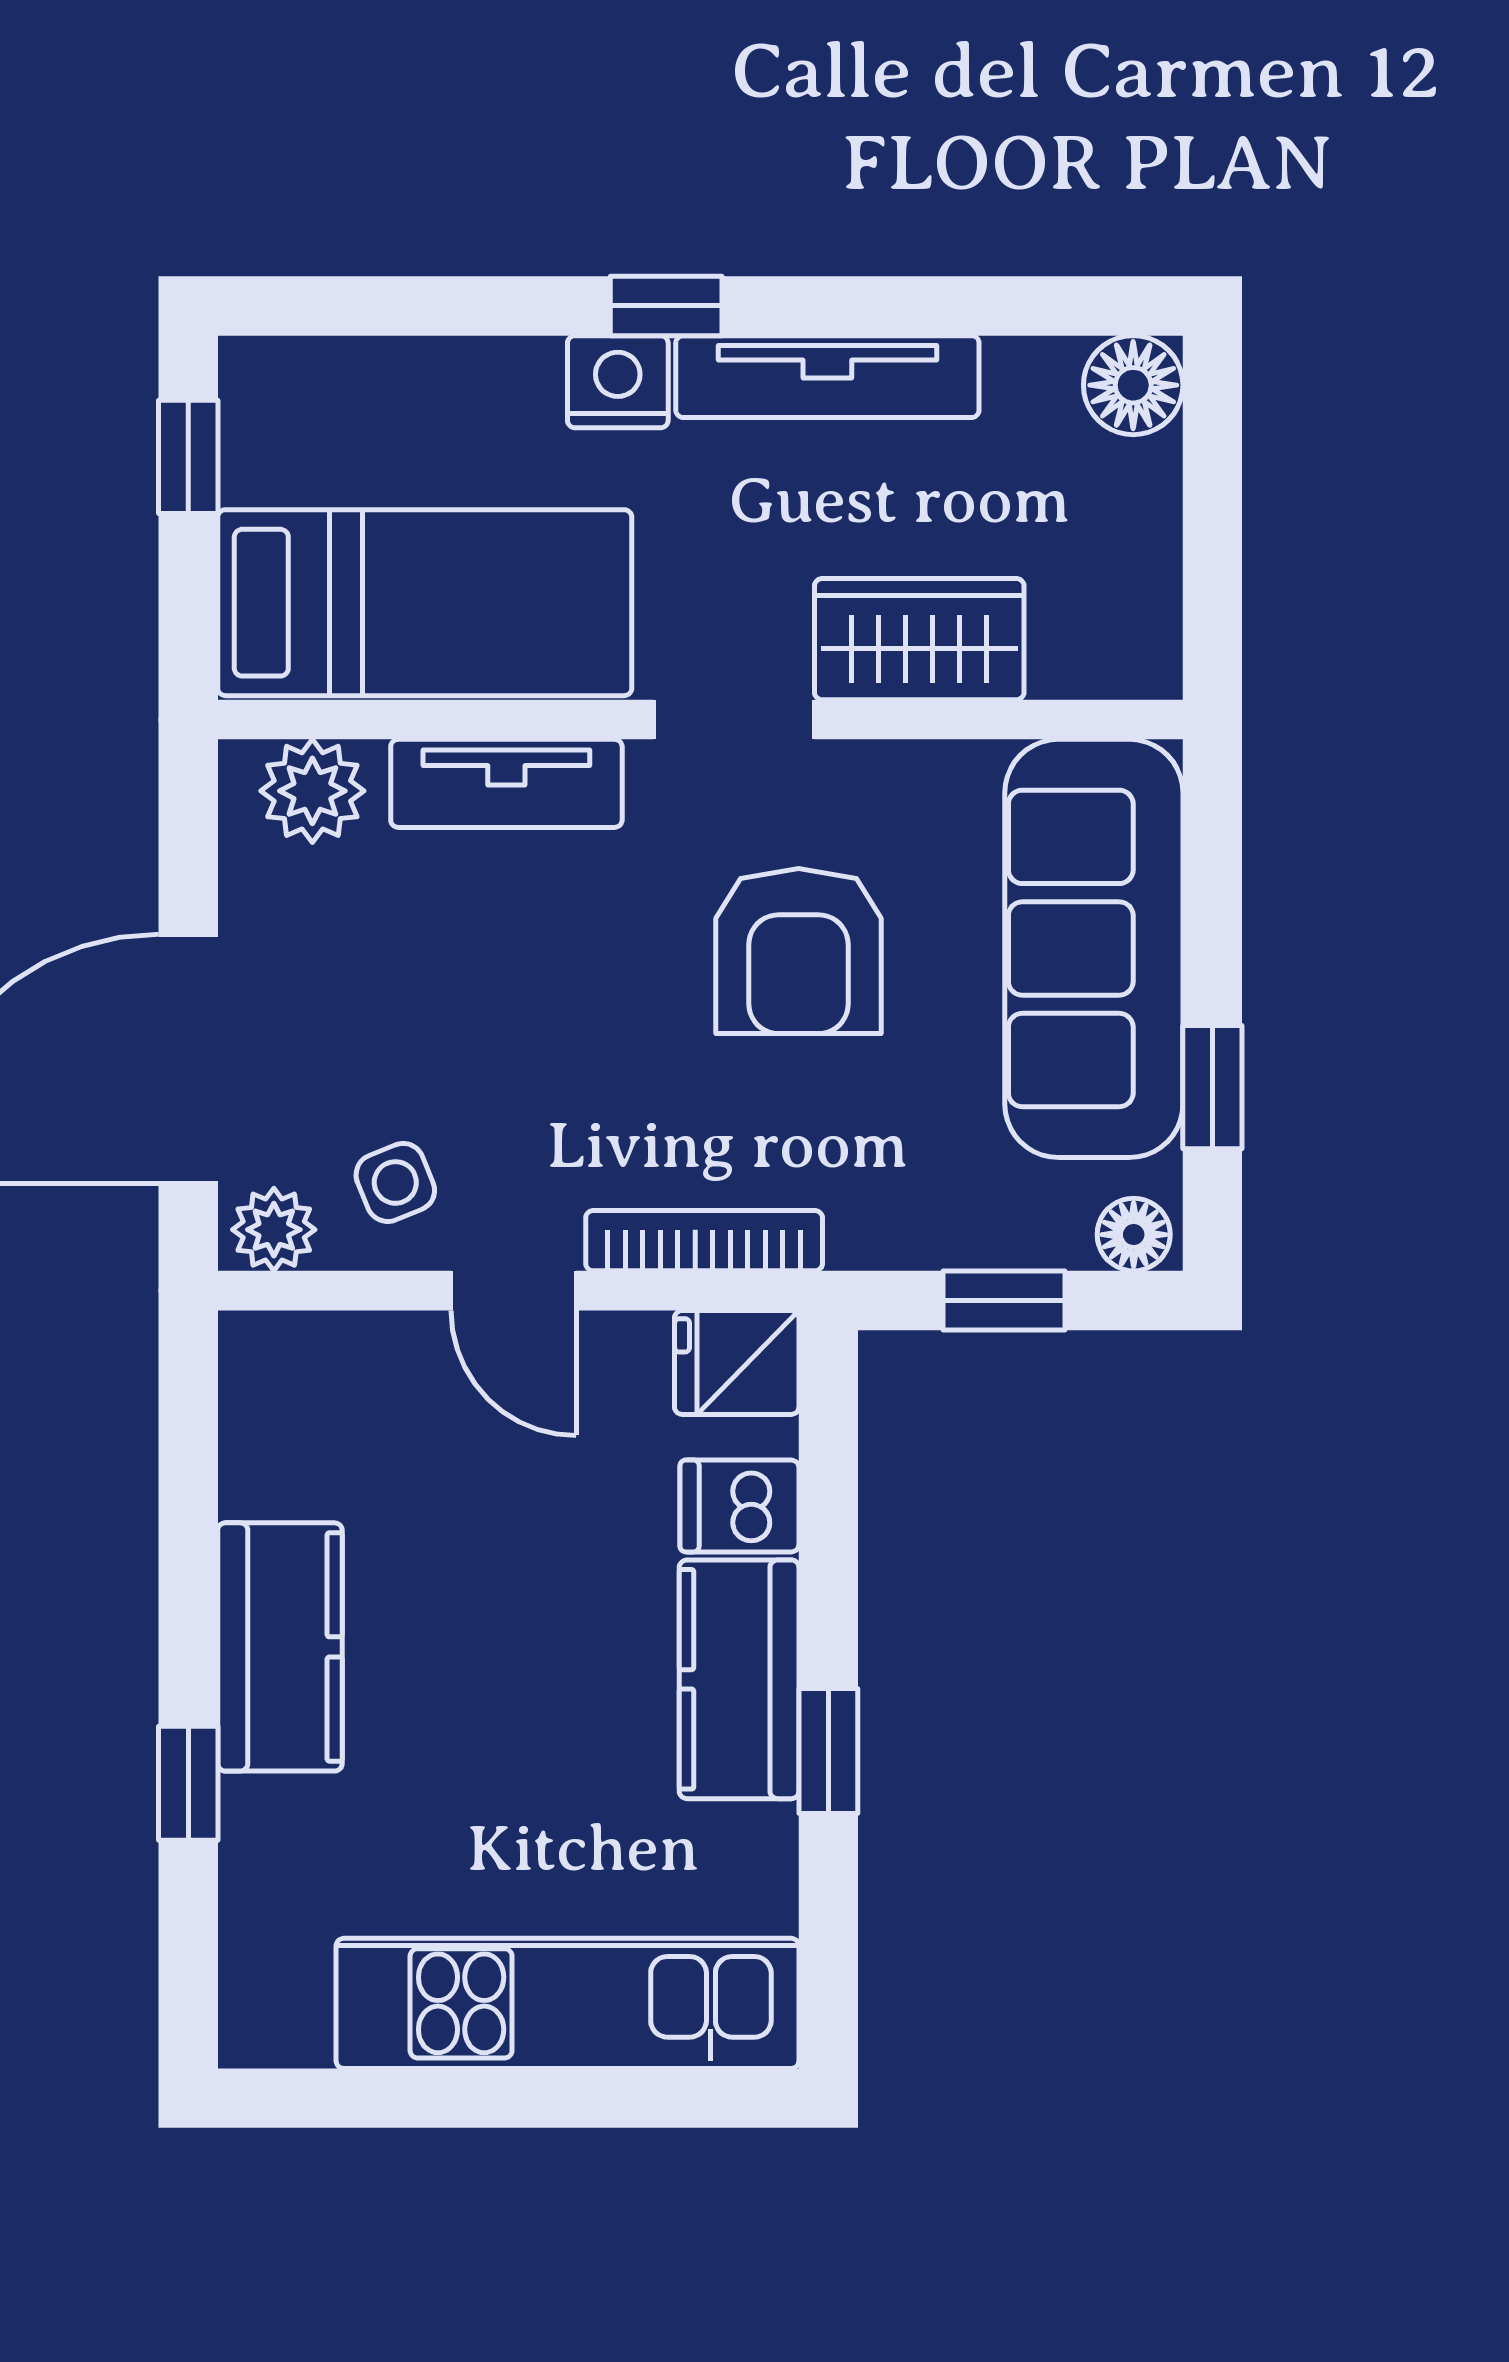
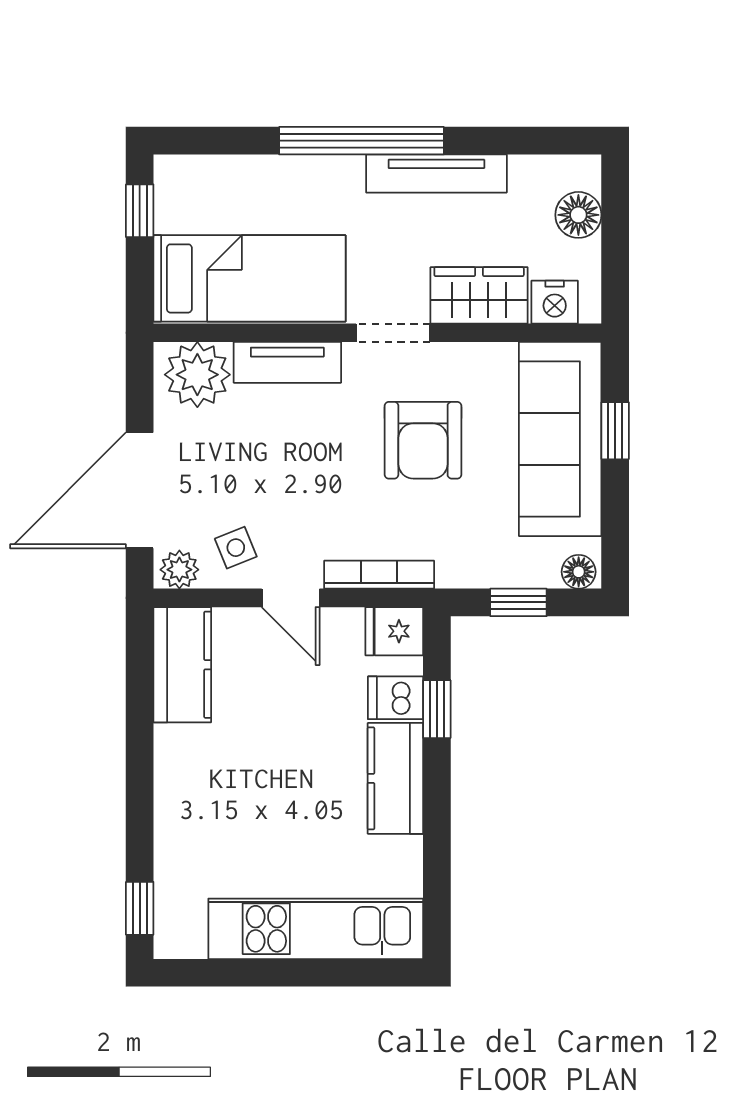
window: (666, 306) -> (362, 141), width x3.17
nightstand: (618, 382) -> (555, 302), moved, turned 180
floor lamp: (1133, 385) -> (578, 215), moved
plant: (312, 791) -> (197, 375), width x1.36, depth x1.36
window: (1212, 1087) -> (615, 431), moved
kitchen counter: (280, 1647) -> (182, 665), moved
window: (828, 1751) -> (437, 709), moved
window: (188, 1783) -> (140, 908), moved

